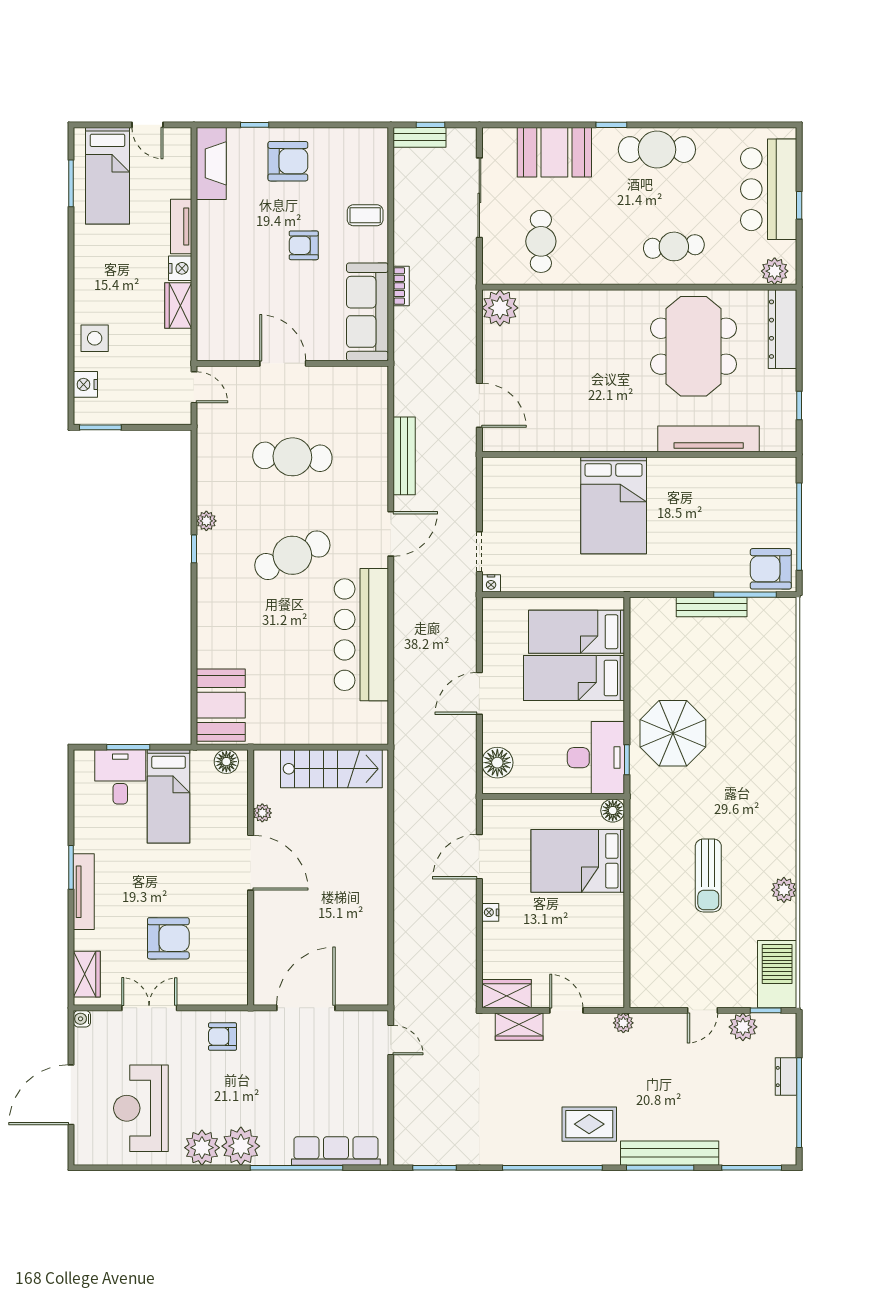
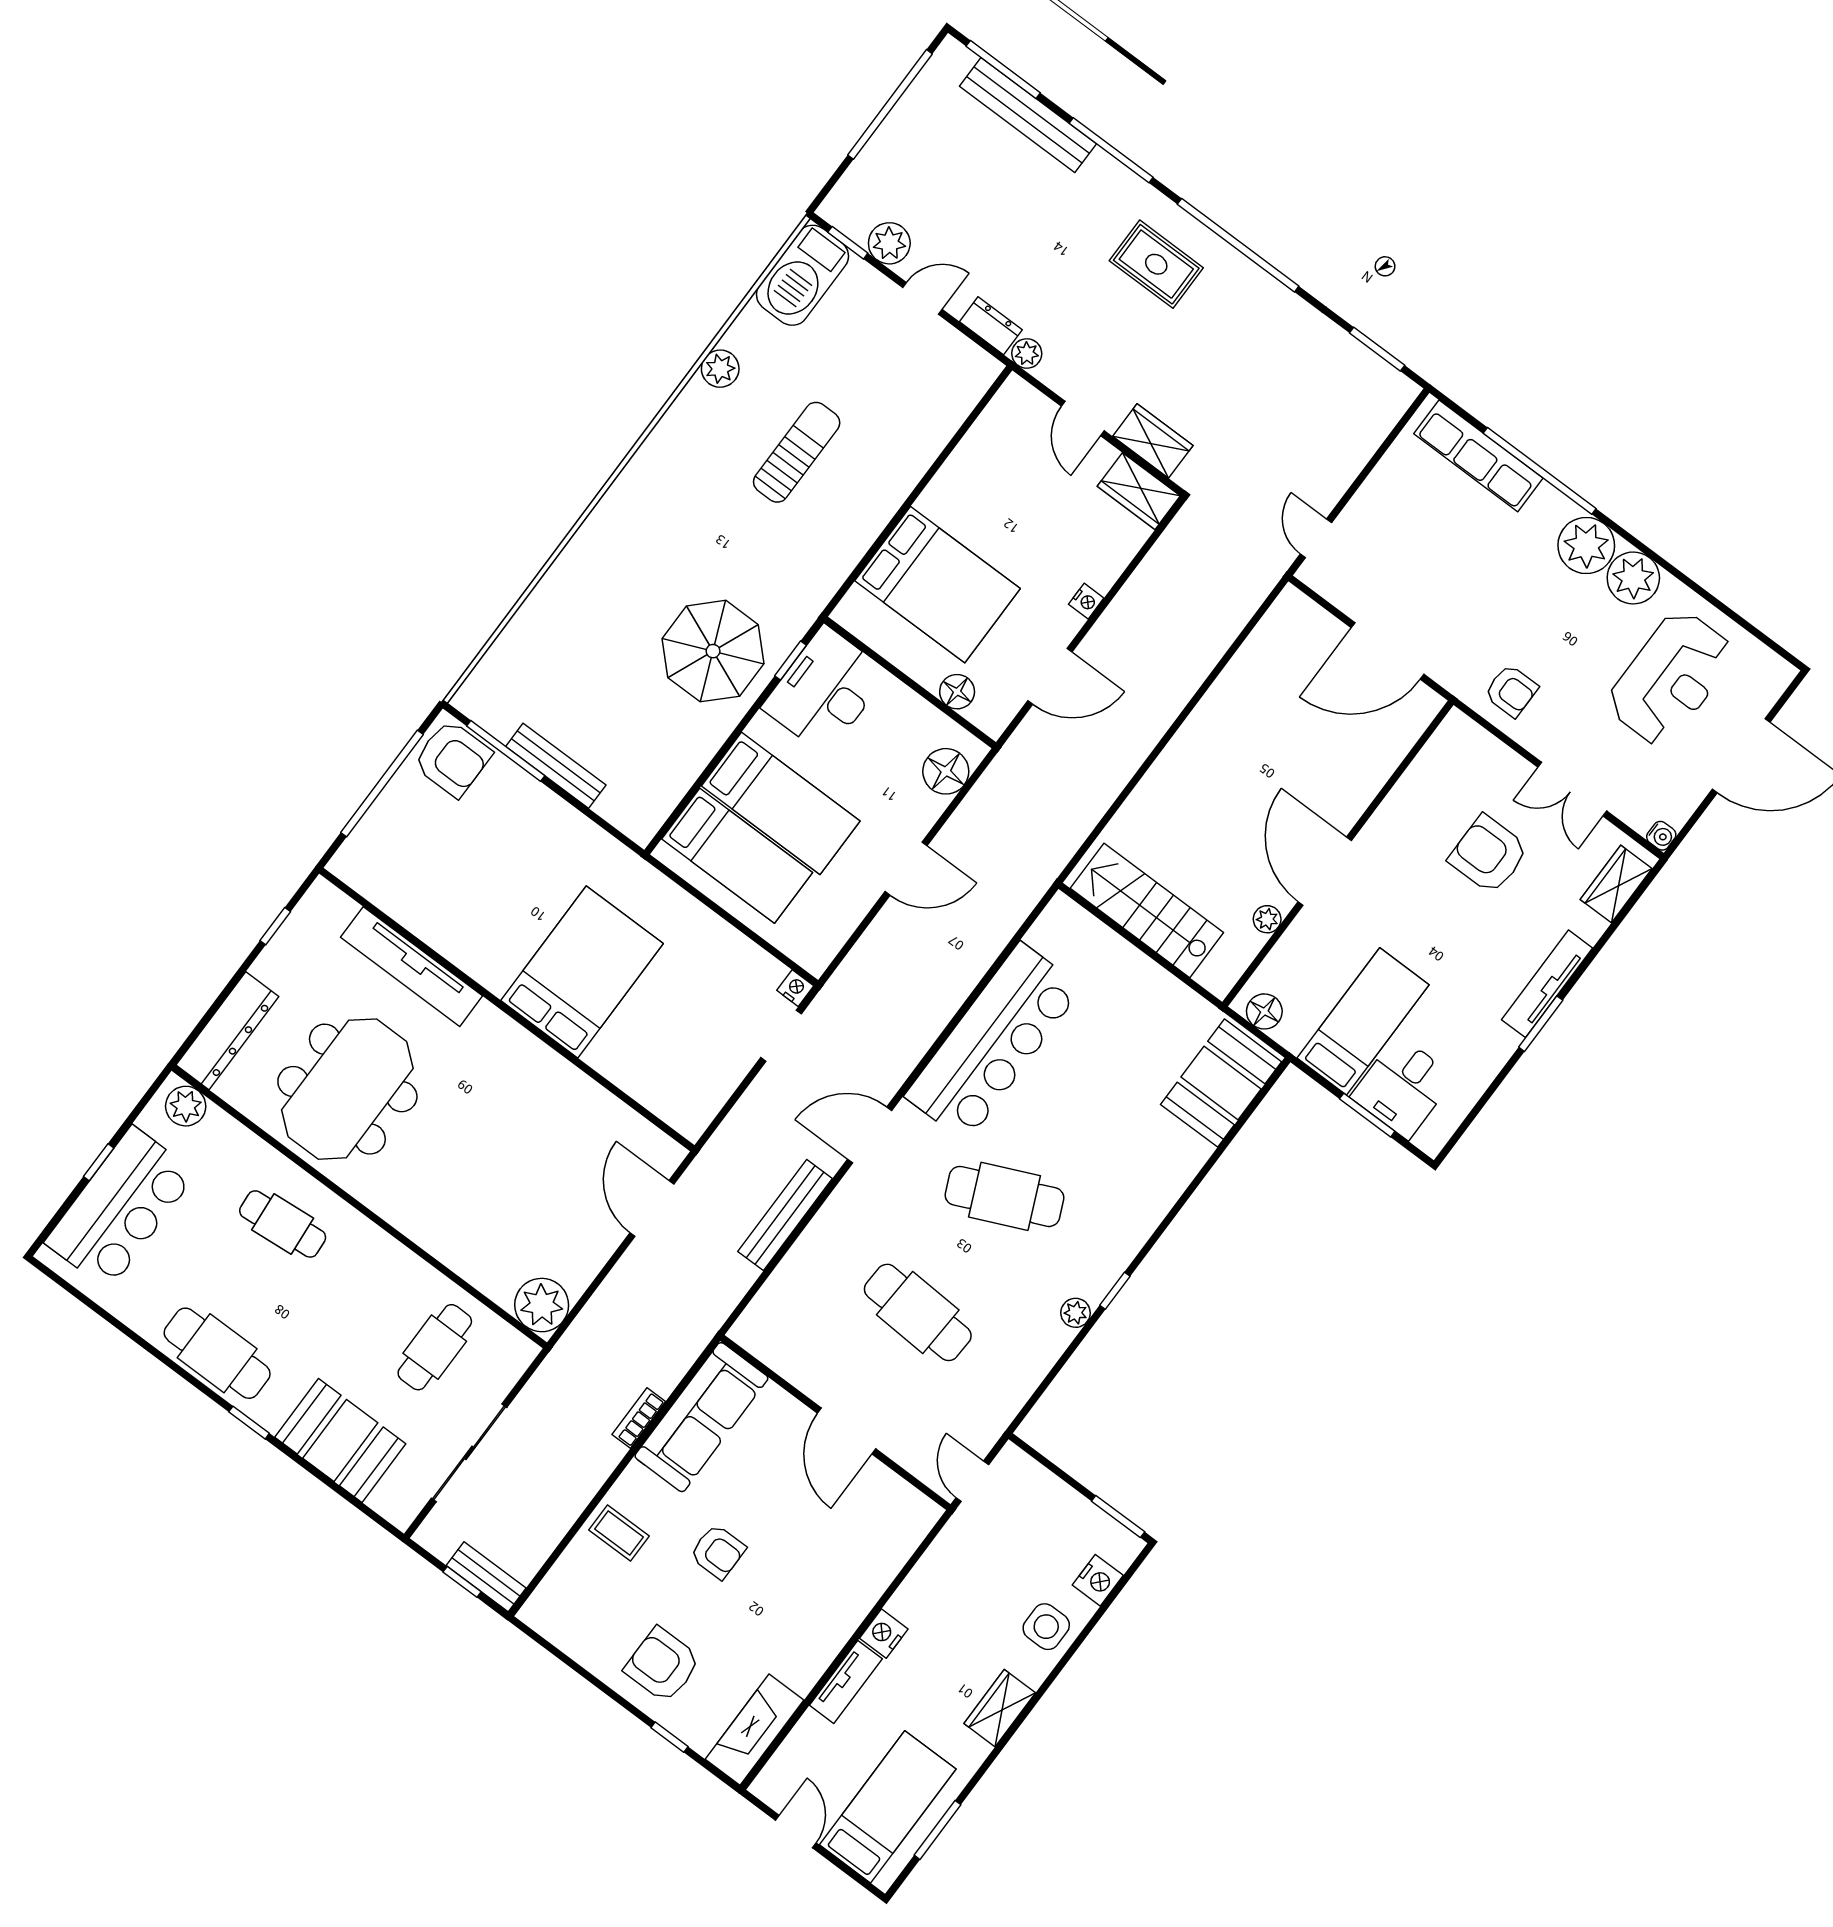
wardrobe: (178, 306) -> (1000, 1708), moved, turned 180
floor lamp: (613, 811) -> (957, 692), moved
dresser: (786, 1077) -> (991, 326), moved, turned -90
bench: (670, 1153) -> (1028, 115), moved

